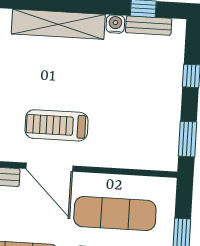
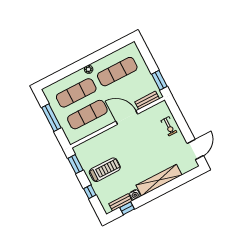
treadmill: (57, 125) -> (105, 170), moved

